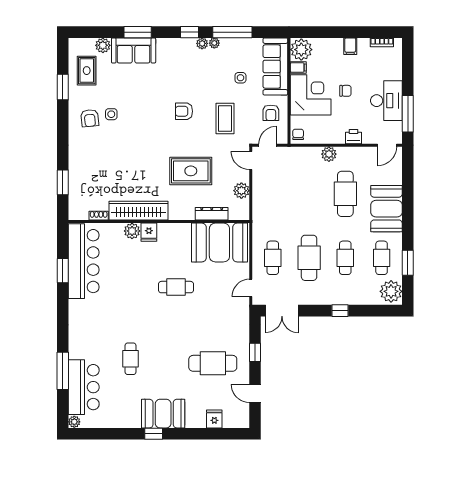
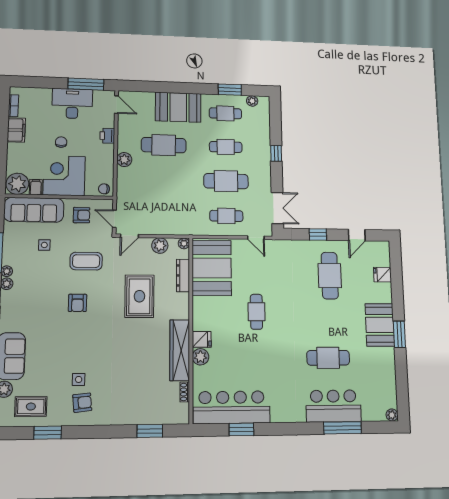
filing cabinet: (350, 46) -> (16, 130), width x2.00
plant: (244, 215) -> (184, 243), added
plant: (391, 291) -> (252, 101), width x0.53, depth x0.53
cafe table: (131, 359) -> (328, 358), width x1.37, depth x1.35
bar counter: (84, 387) -> (333, 406), moved
window: (154, 434) -> (399, 334), width x1.50

